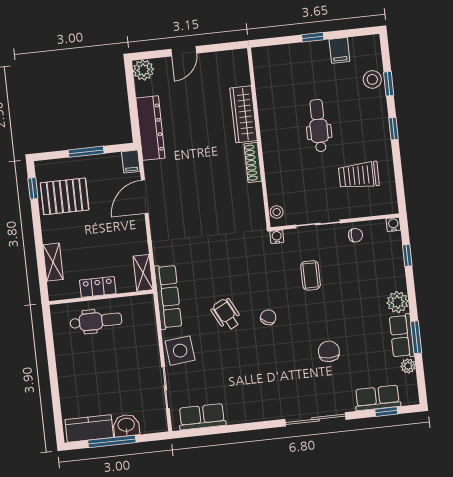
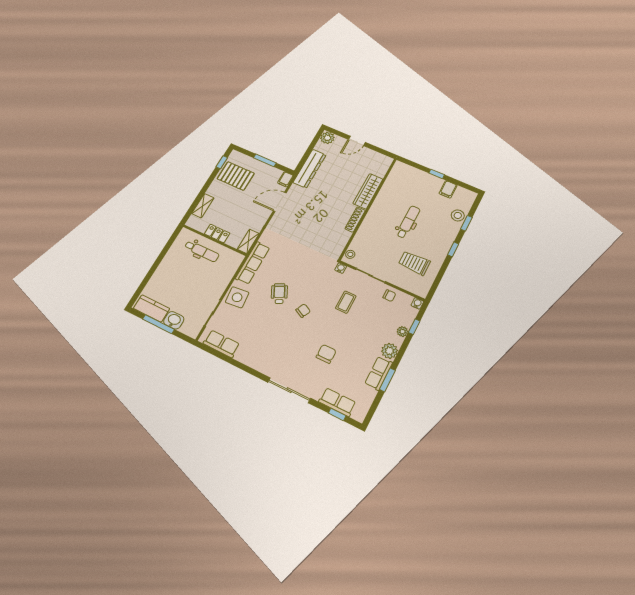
plant: (408, 366) -> (402, 332), moved

